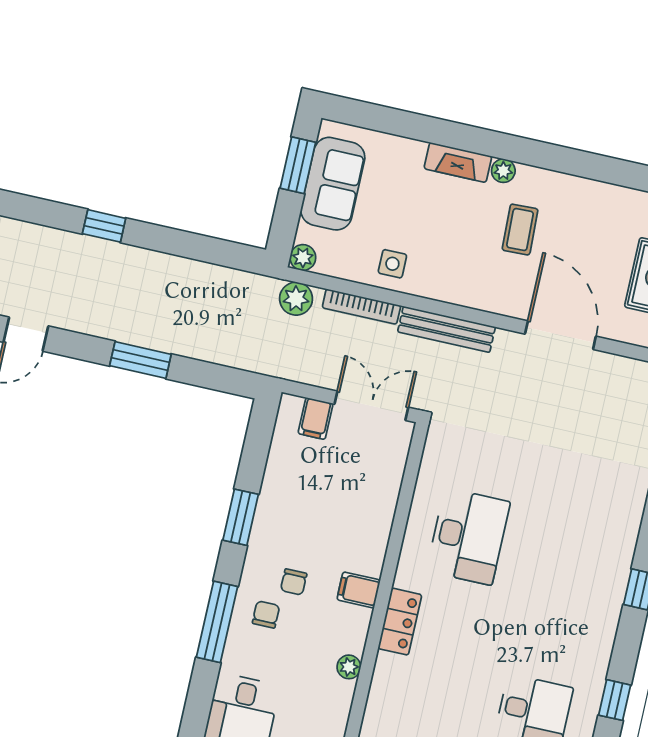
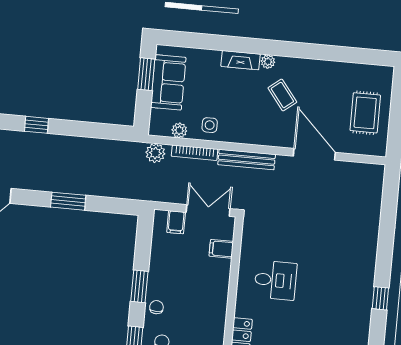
coffee table: (520, 230) -> (282, 95), turned -36
plant: (303, 258) -> (179, 130), moved
desk: (468, 536) -> (275, 280), width x0.73
chair: (294, 582) -> (156, 307), moved, turned 180
filing cabinet: (359, 590) -> (221, 249), moved

